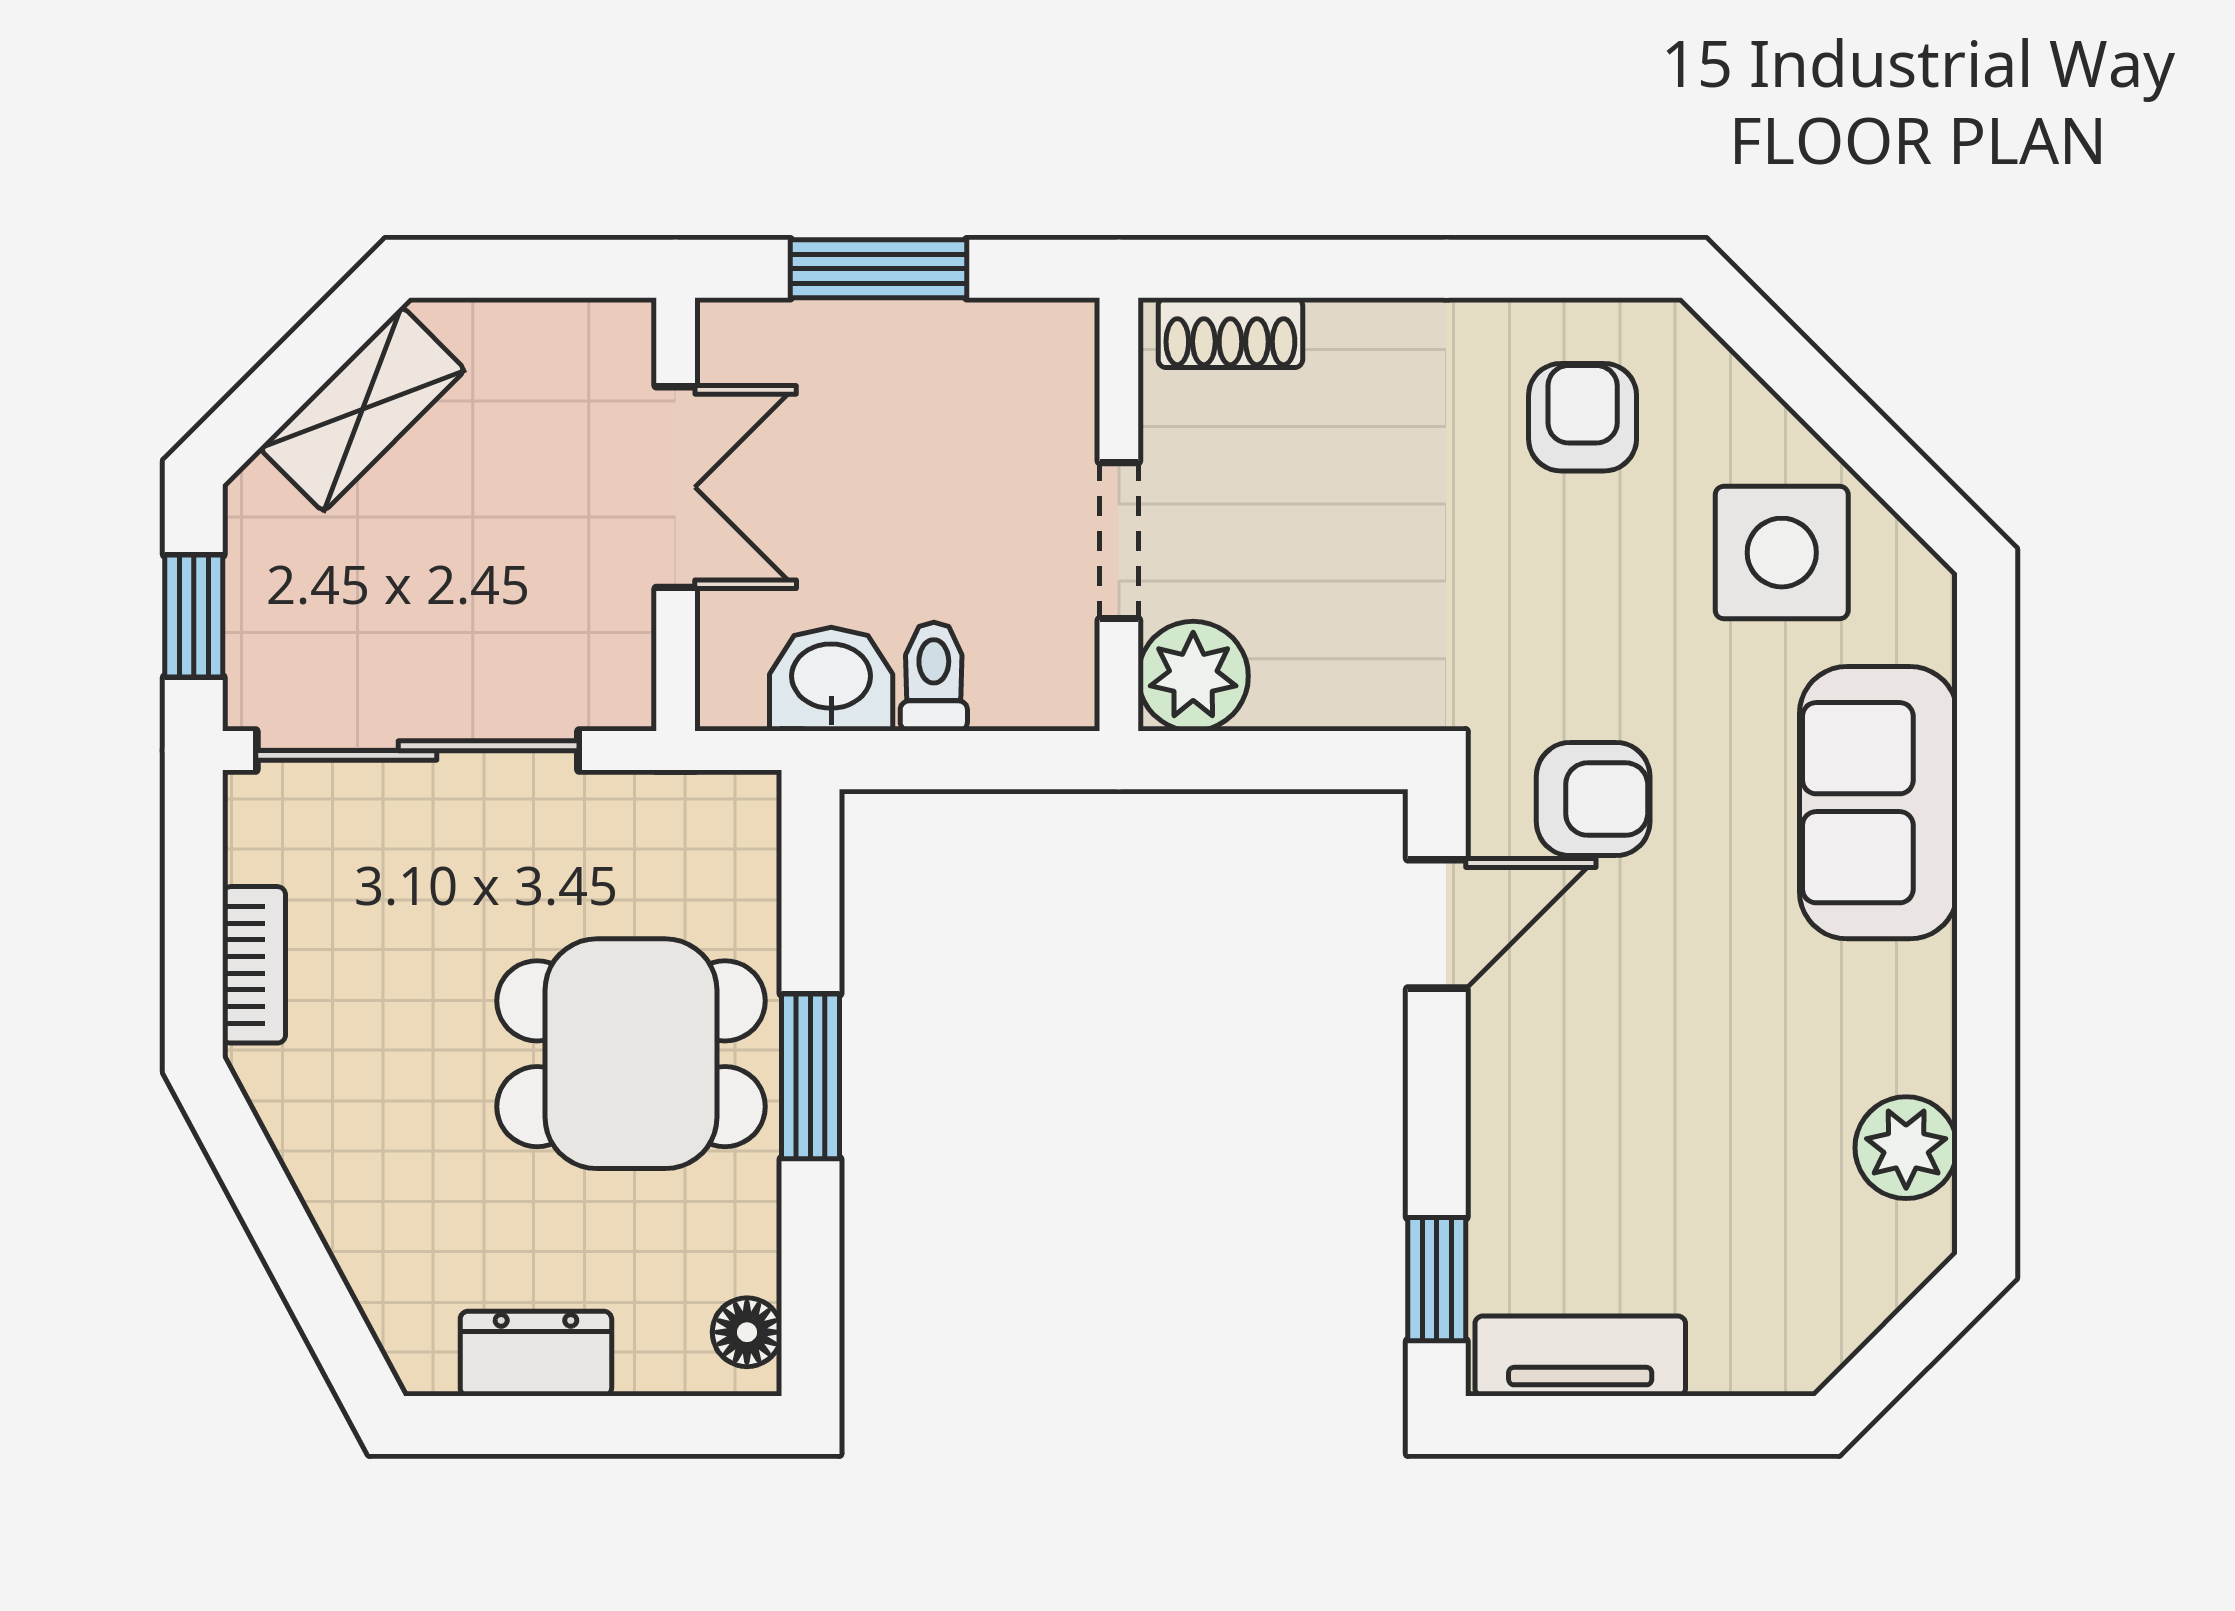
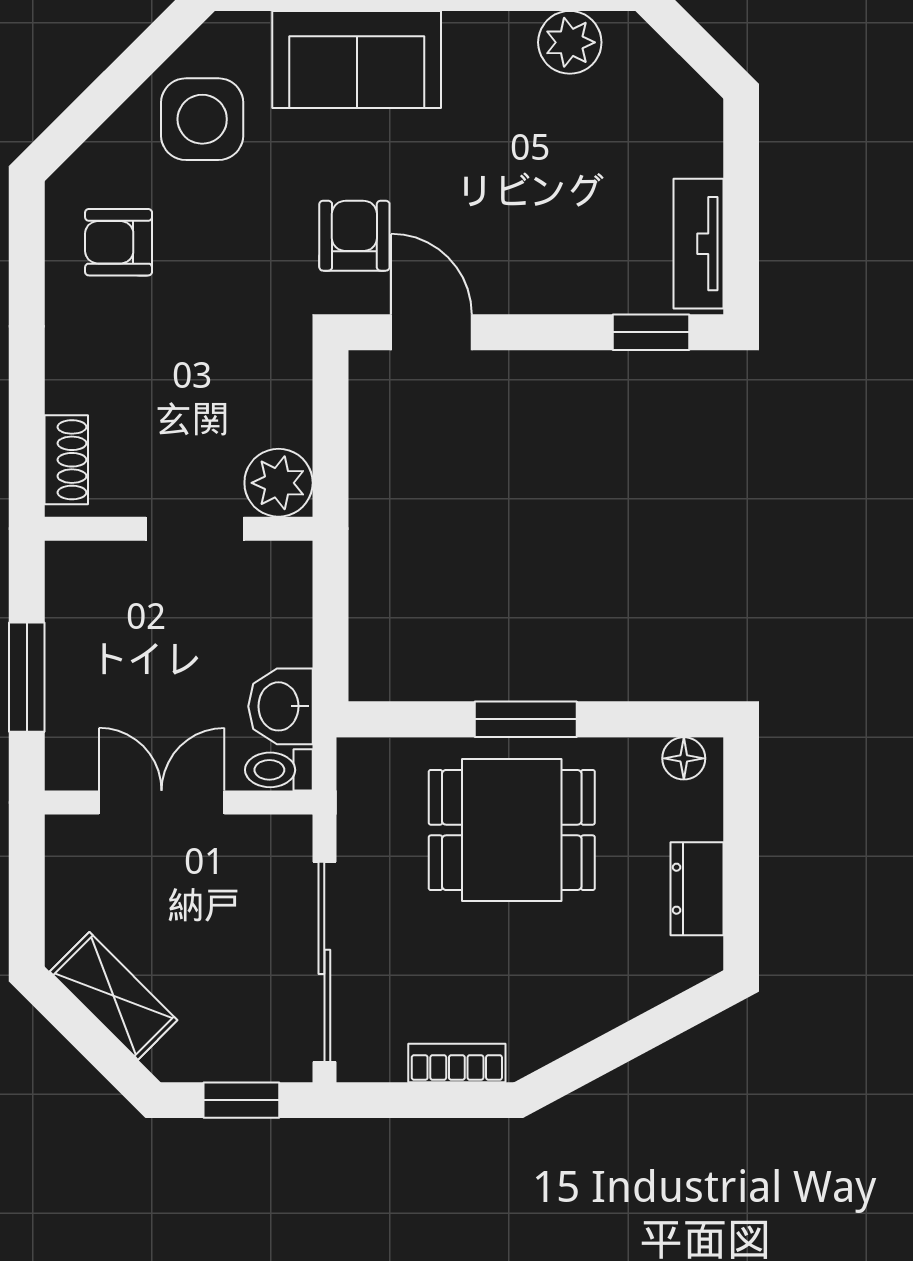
toilet: (934, 677) -> (279, 770), moved
dining table: (631, 1054) -> (512, 830), turned 90

